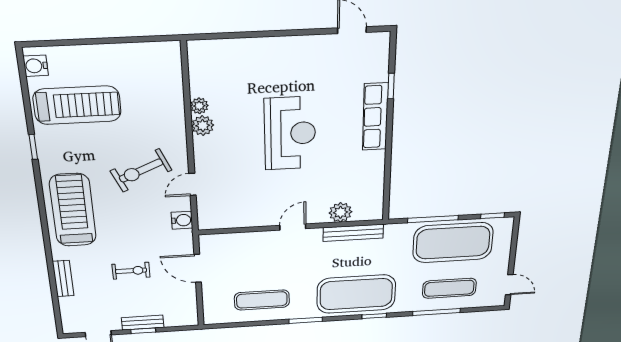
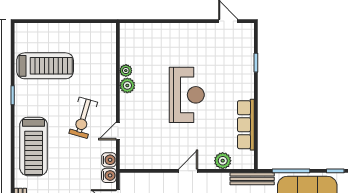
water cooler: (36, 66) -> (109, 175), moved, turned 180
row of seats: (375, 117) -> (246, 125), moved
exercise bike: (141, 170) -> (83, 118), turned -50
treadmill: (73, 210) -> (34, 146), turned 180
bench: (353, 233) -> (252, 179), moved

